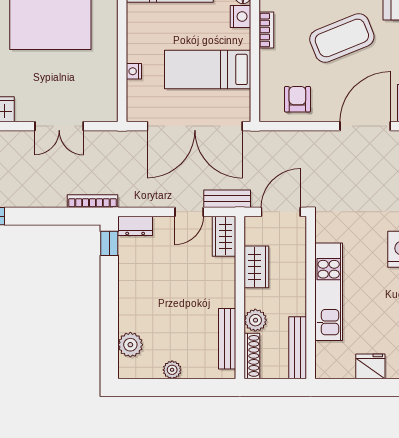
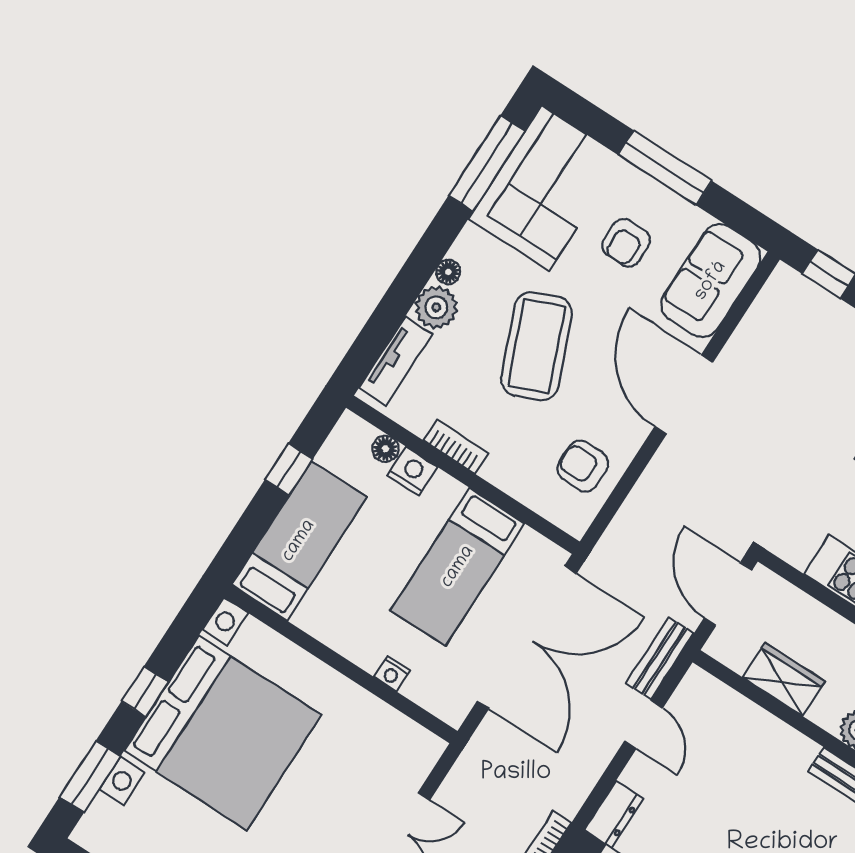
wardrobe: (224, 236) -> (710, 697), removed

